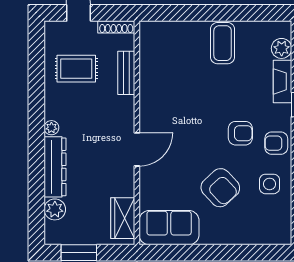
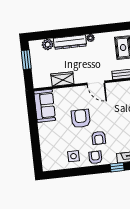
door: (137, 149) -> (96, 83), moved
armchair: (220, 188) -> (81, 119), moved, turned 133
wardrobe: (123, 218) -> (62, 79), moved

